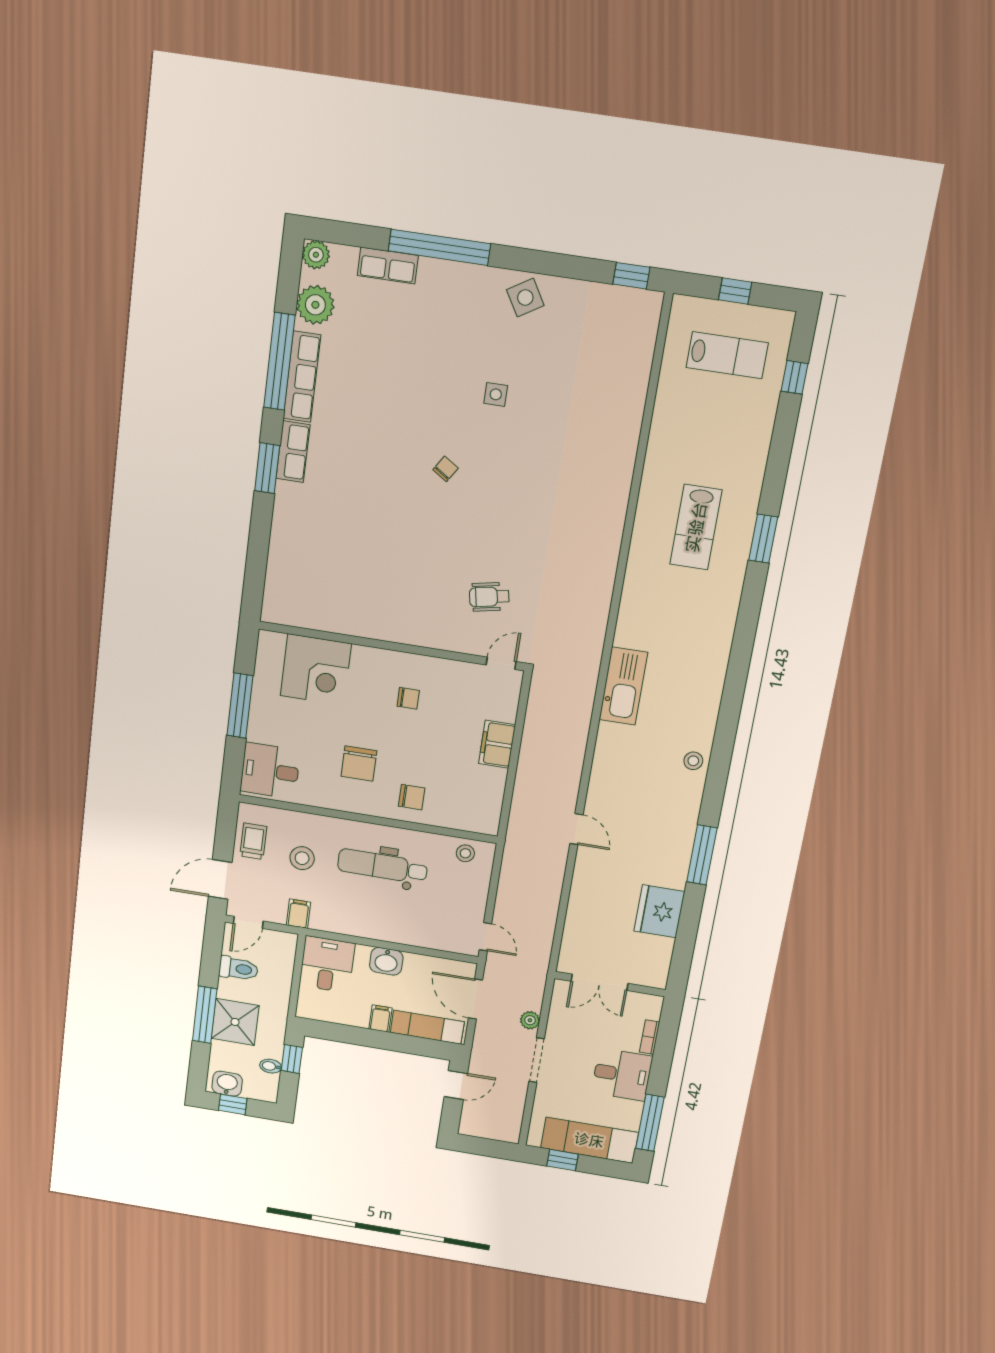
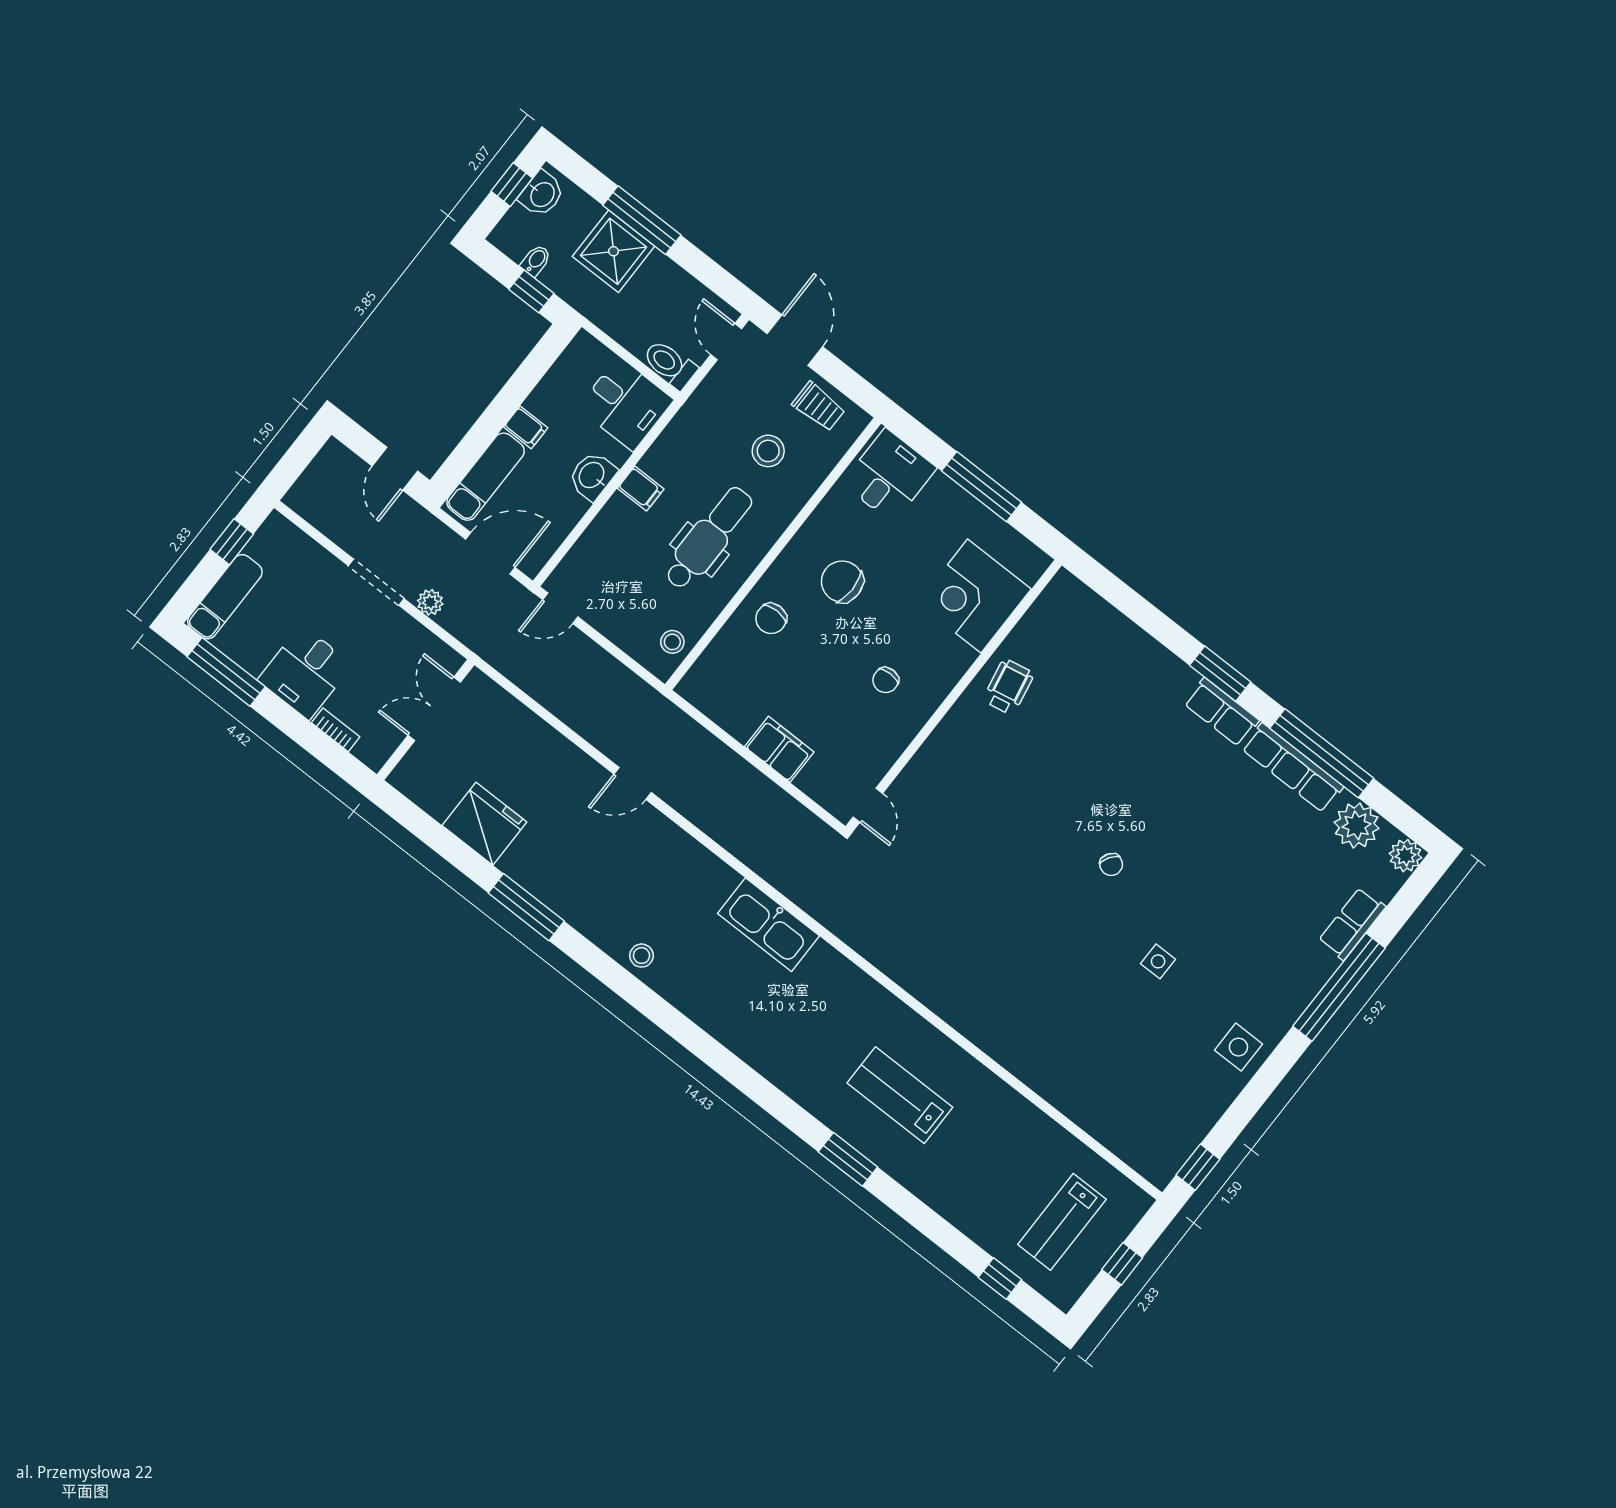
side table: (525, 298) -> (1238, 1047), turned 31
wheelchair: (489, 597) -> (1008, 687), moved
filing cabinet: (298, 914) -> (641, 489), moved
toilet: (239, 969) -> (670, 364), moved, turned 90
exam couch: (589, 1140) -> (225, 597), width x0.73, depth x0.69

